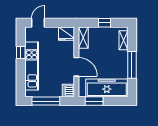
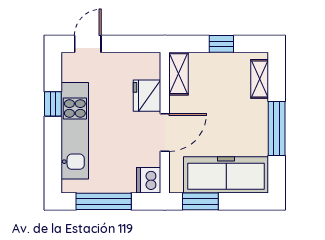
fridge: (66, 34) -> (147, 96), moved, turned 90
door: (76, 67) -> (165, 132), hinge flipped

